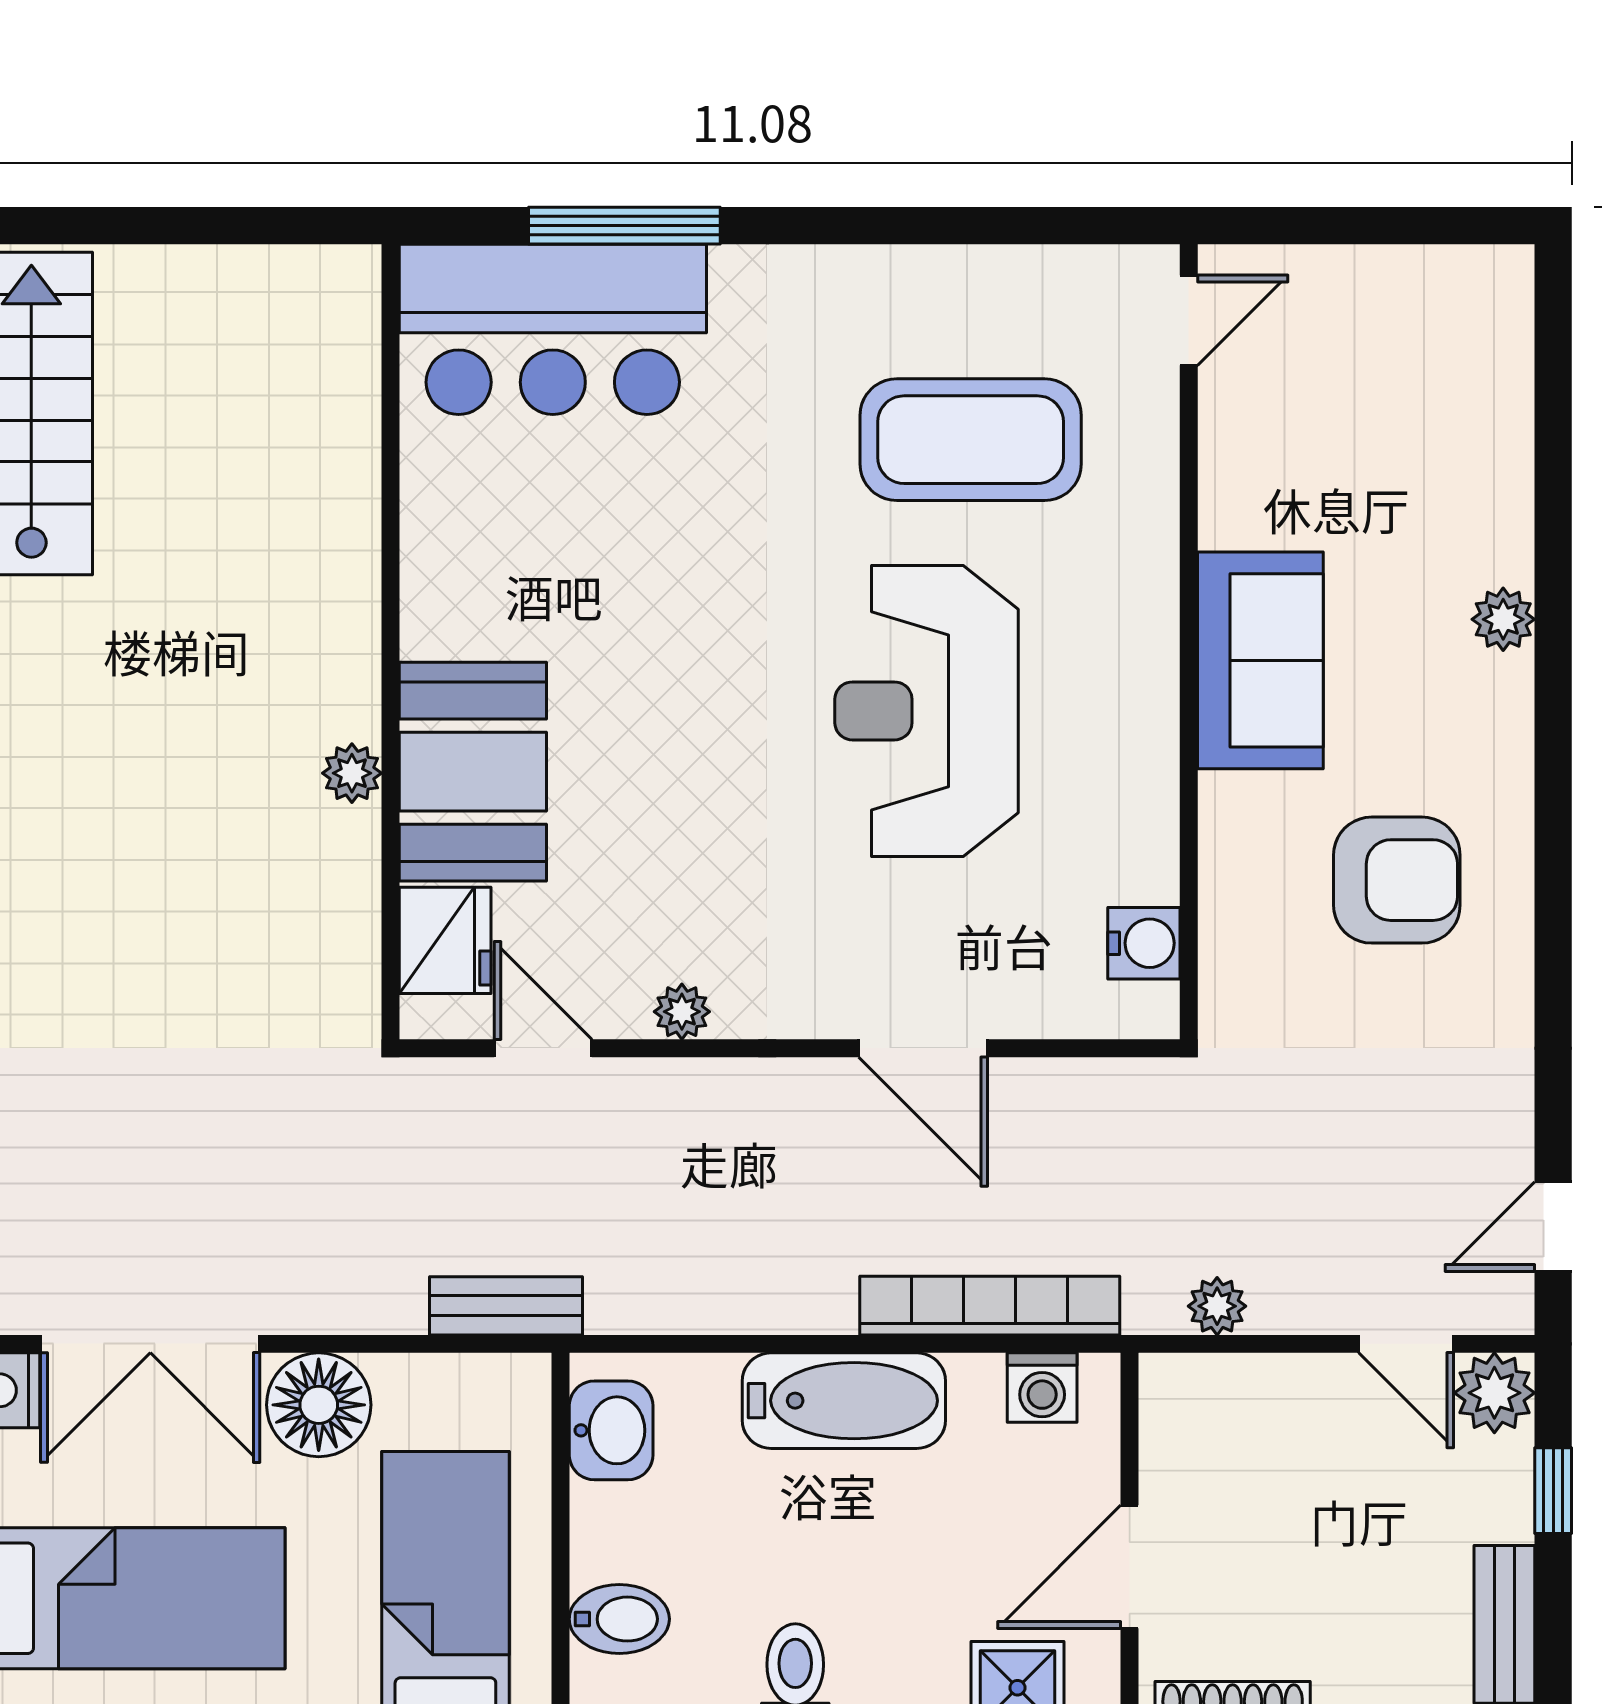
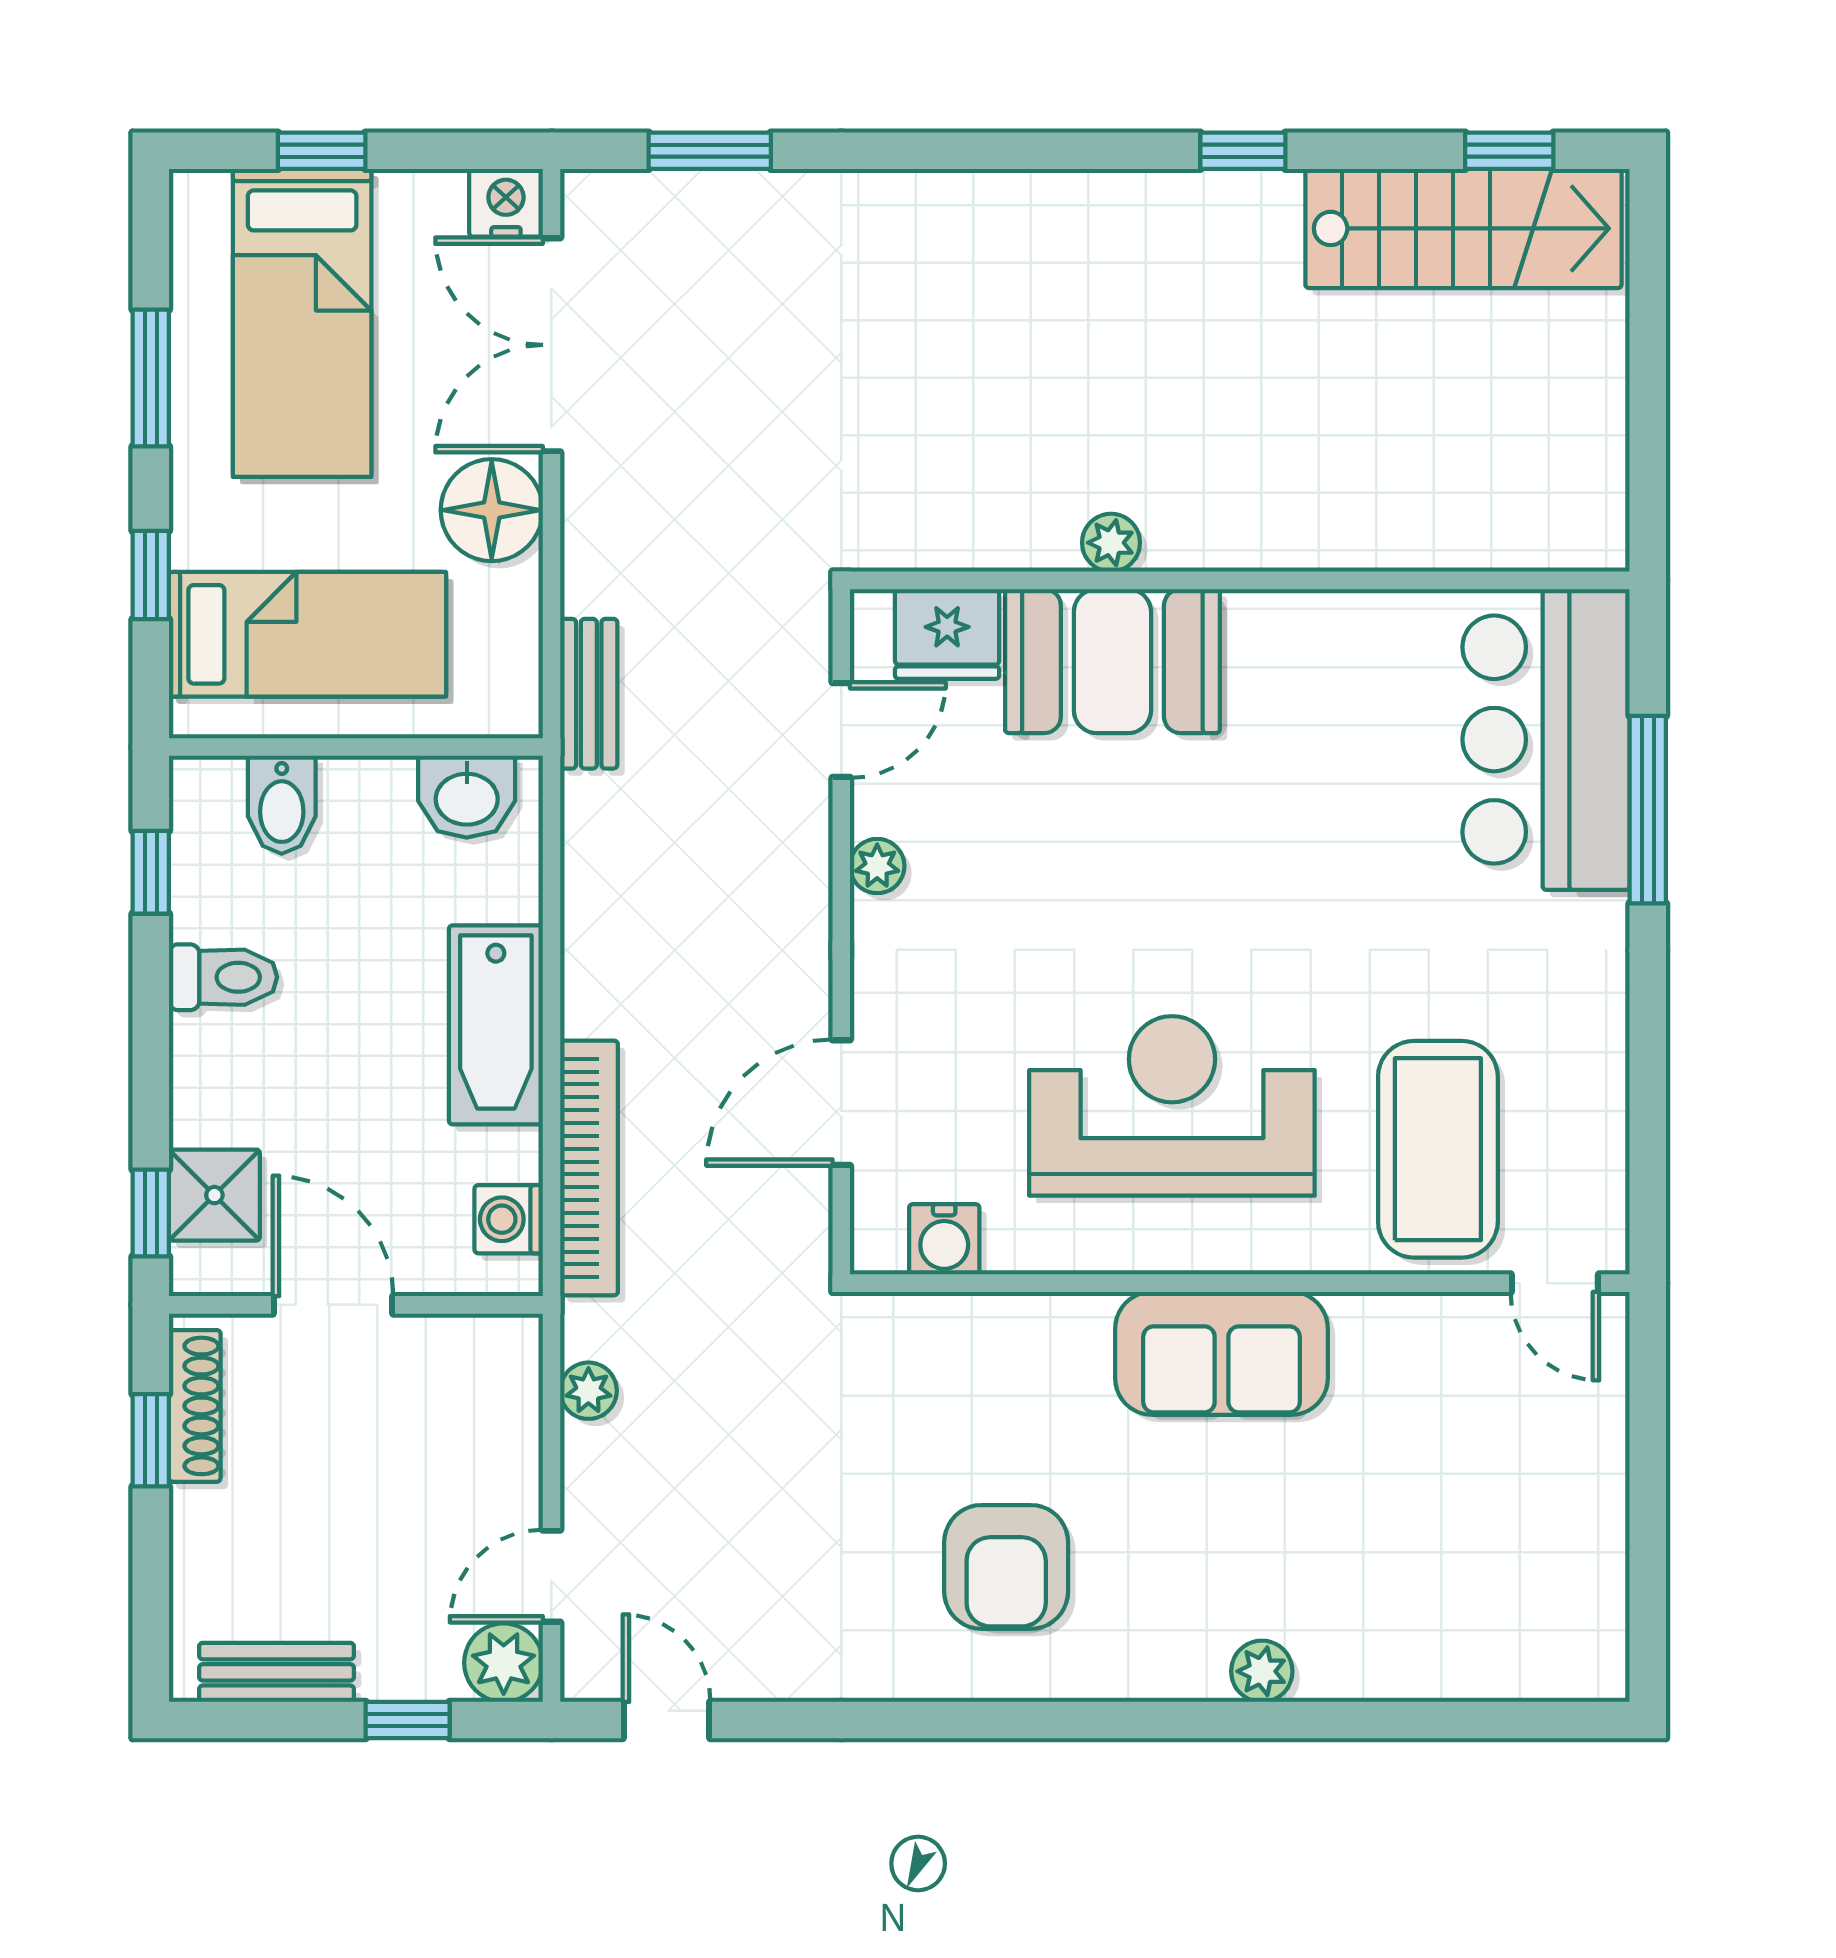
door: (1189, 320) -> (1555, 1283), moved
wall: (1189, 642) -> (1240, 1283), moved
sofa: (1260, 660) -> (1222, 1353), moved
water cooler: (1144, 943) -> (944, 1239), moved

